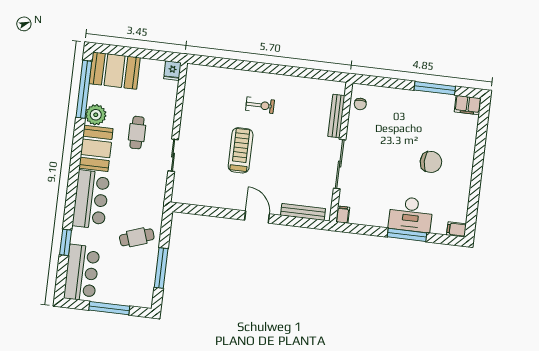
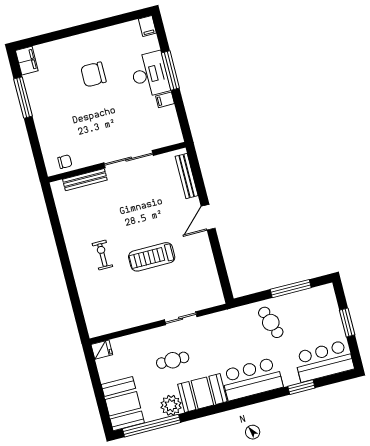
chair: (431, 162) -> (93, 74), turned -90
filing cabinet: (343, 215) -> (165, 100), moved
window: (109, 308) -> (347, 323), width x0.69

